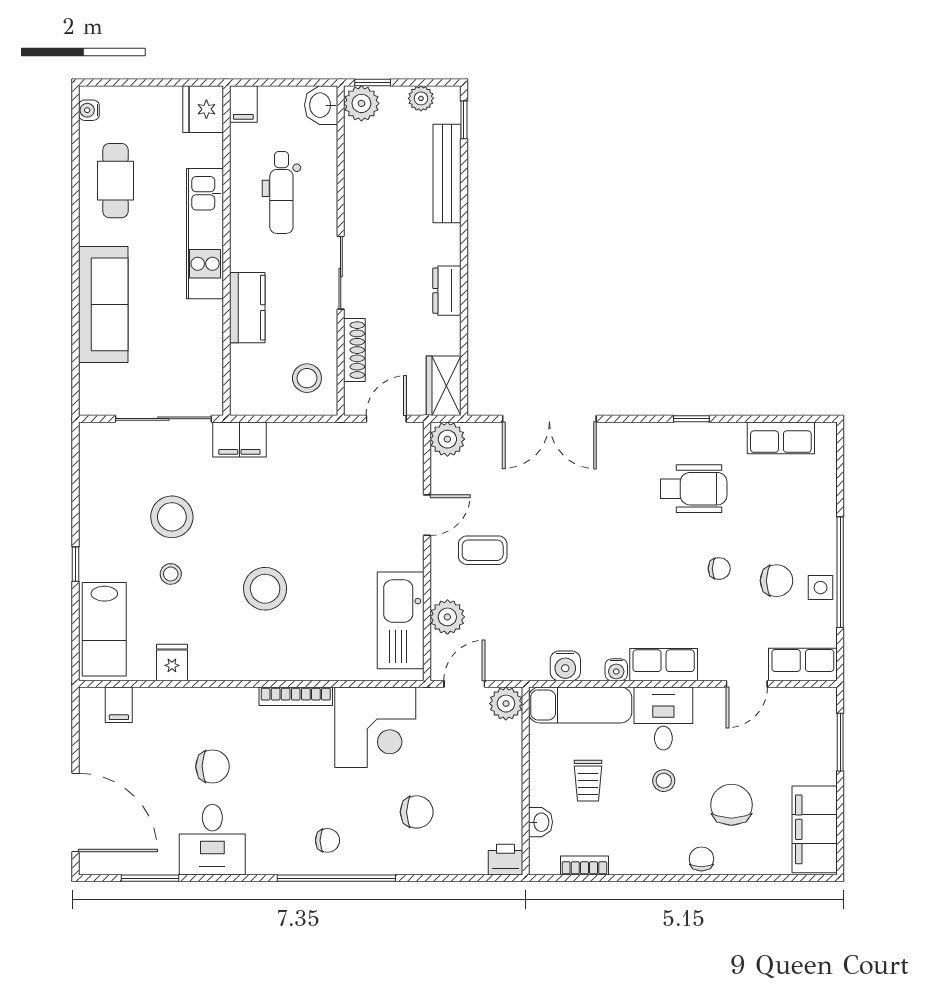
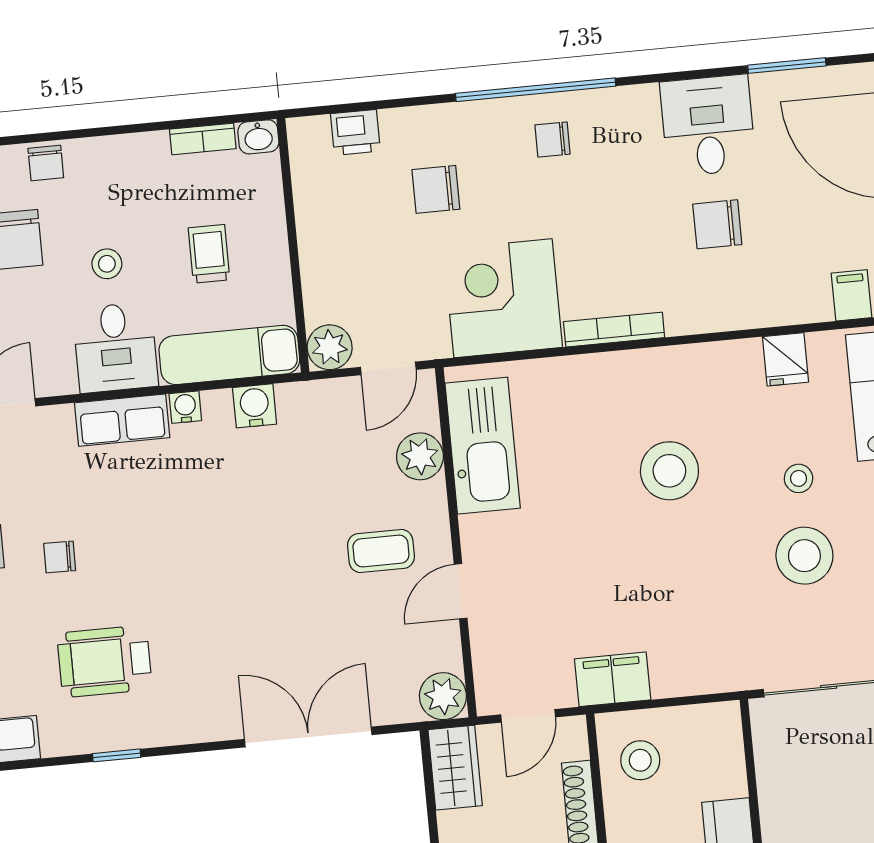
filing cabinet: (239, 439) -> (613, 679), moved
washbasin: (541, 822) -> (258, 137), moved, turned -90
printer: (506, 860) -> (355, 132), moved

